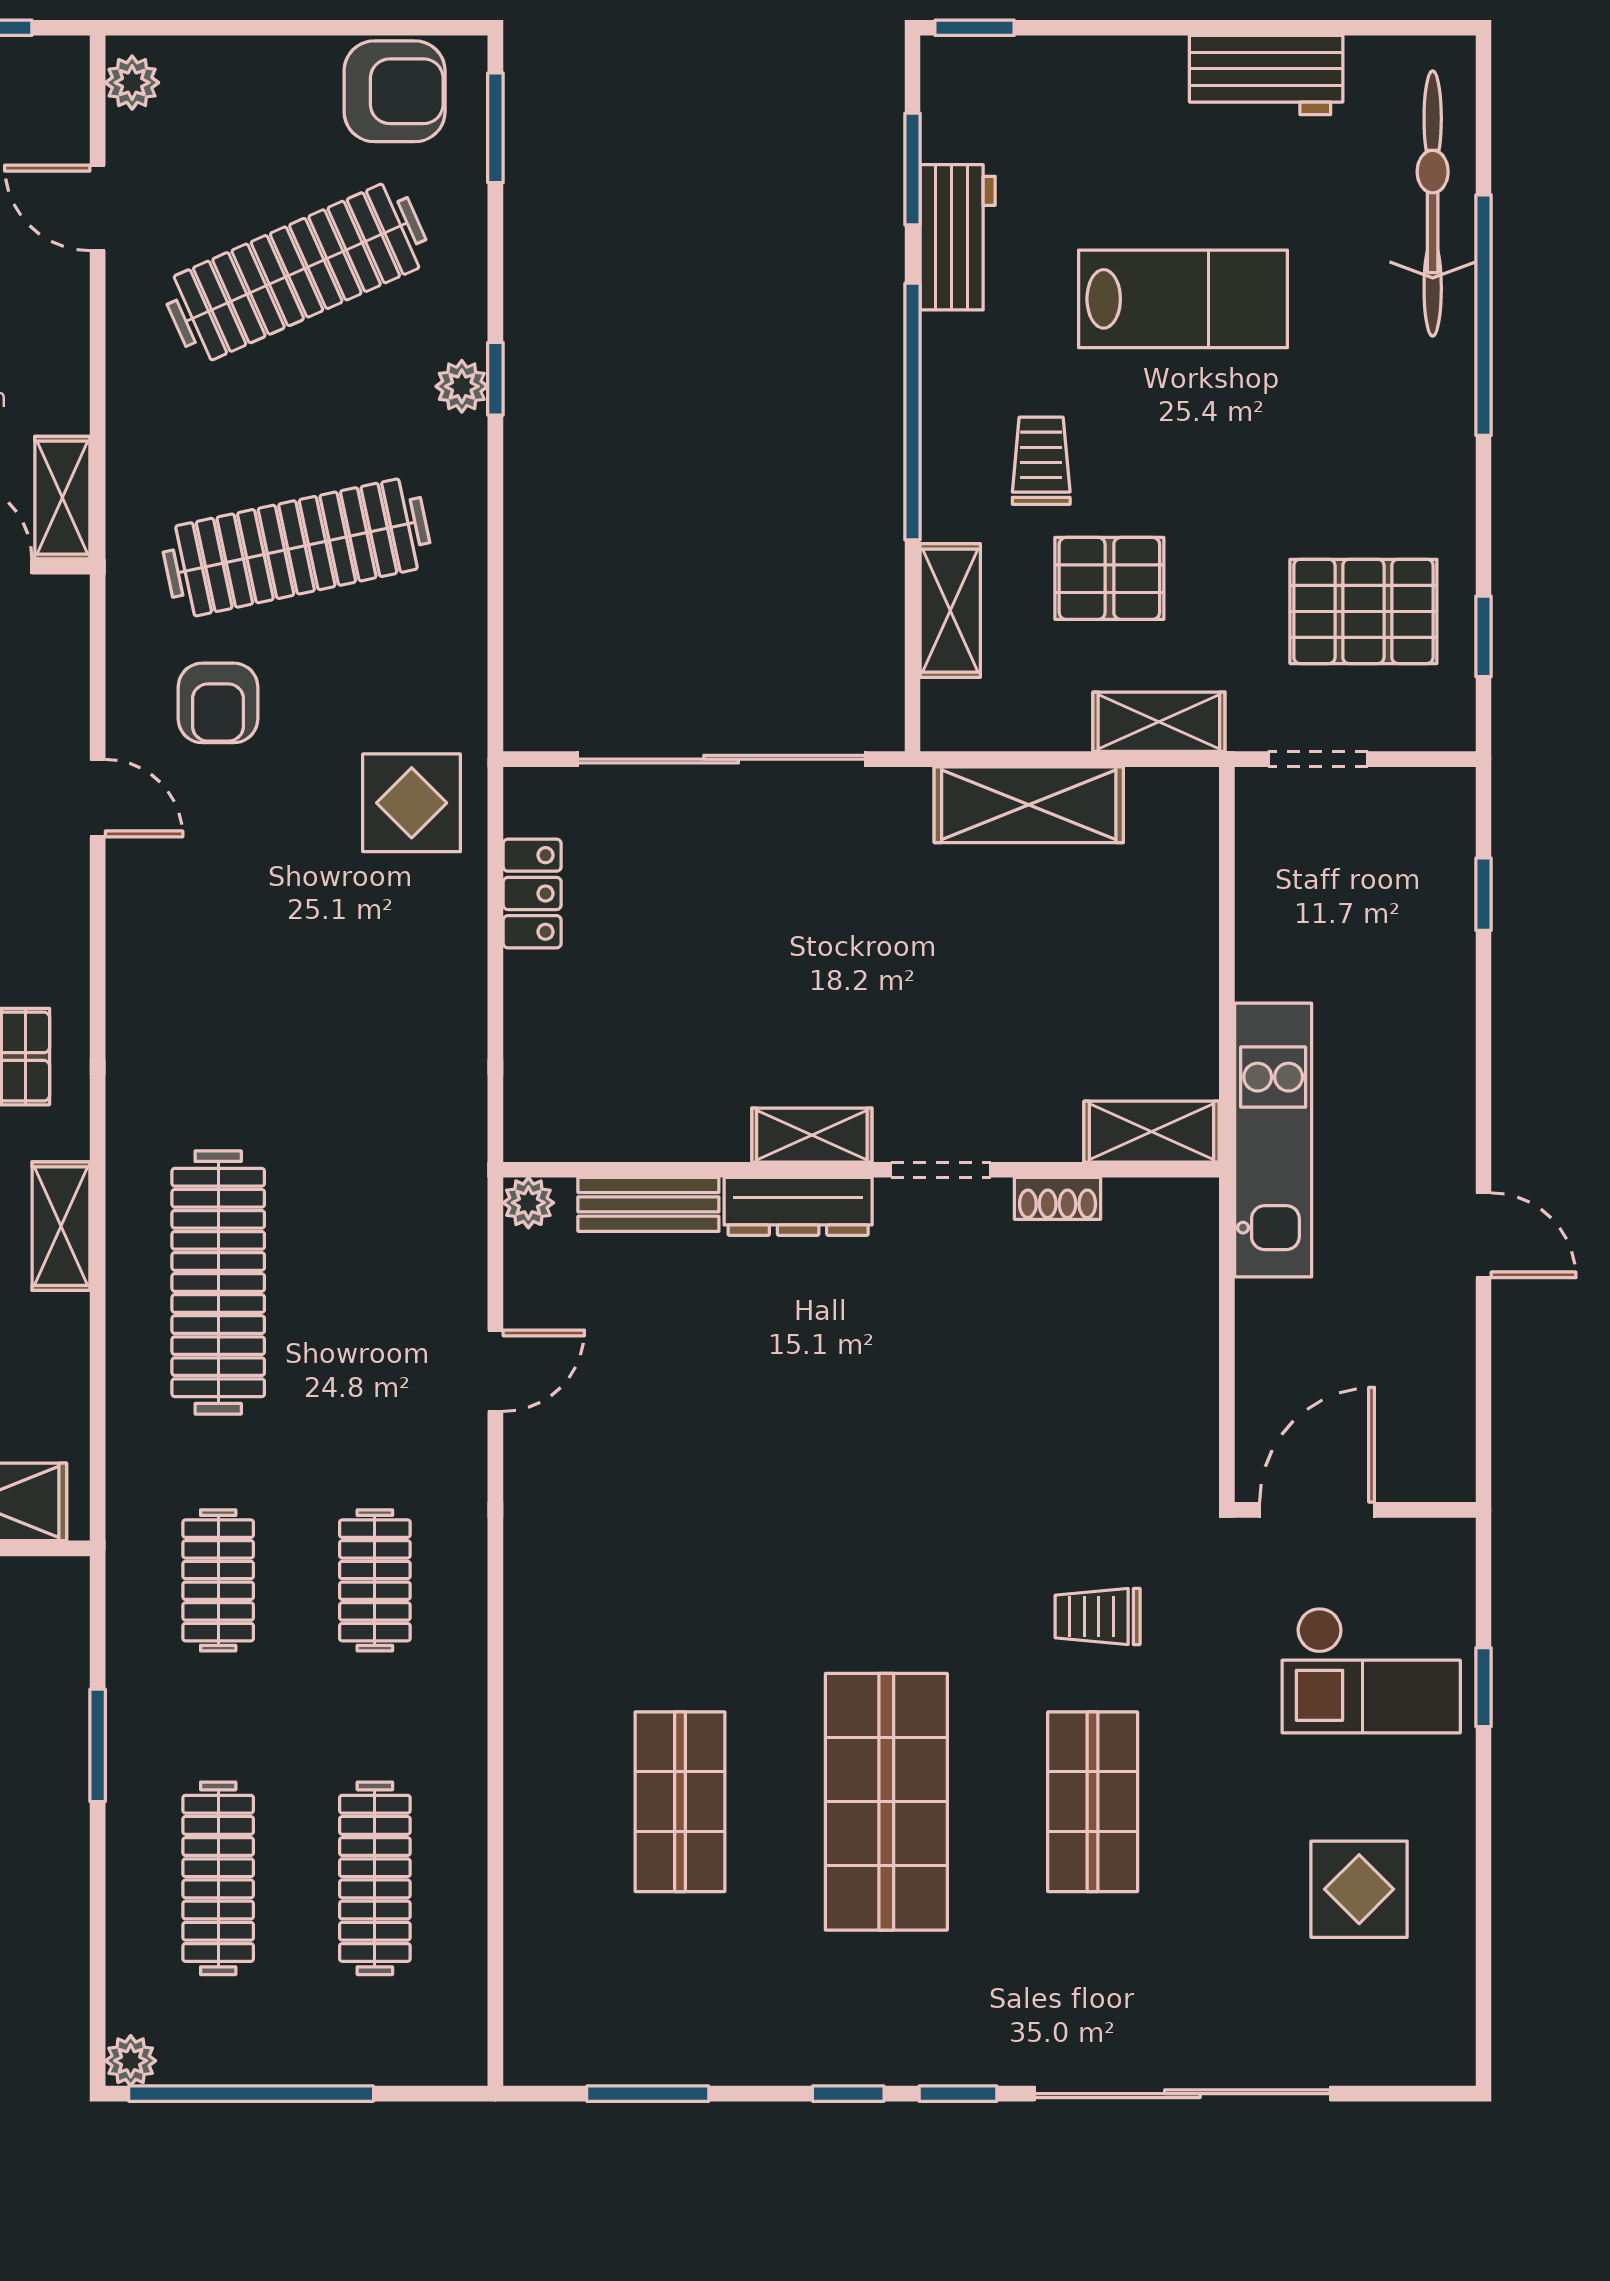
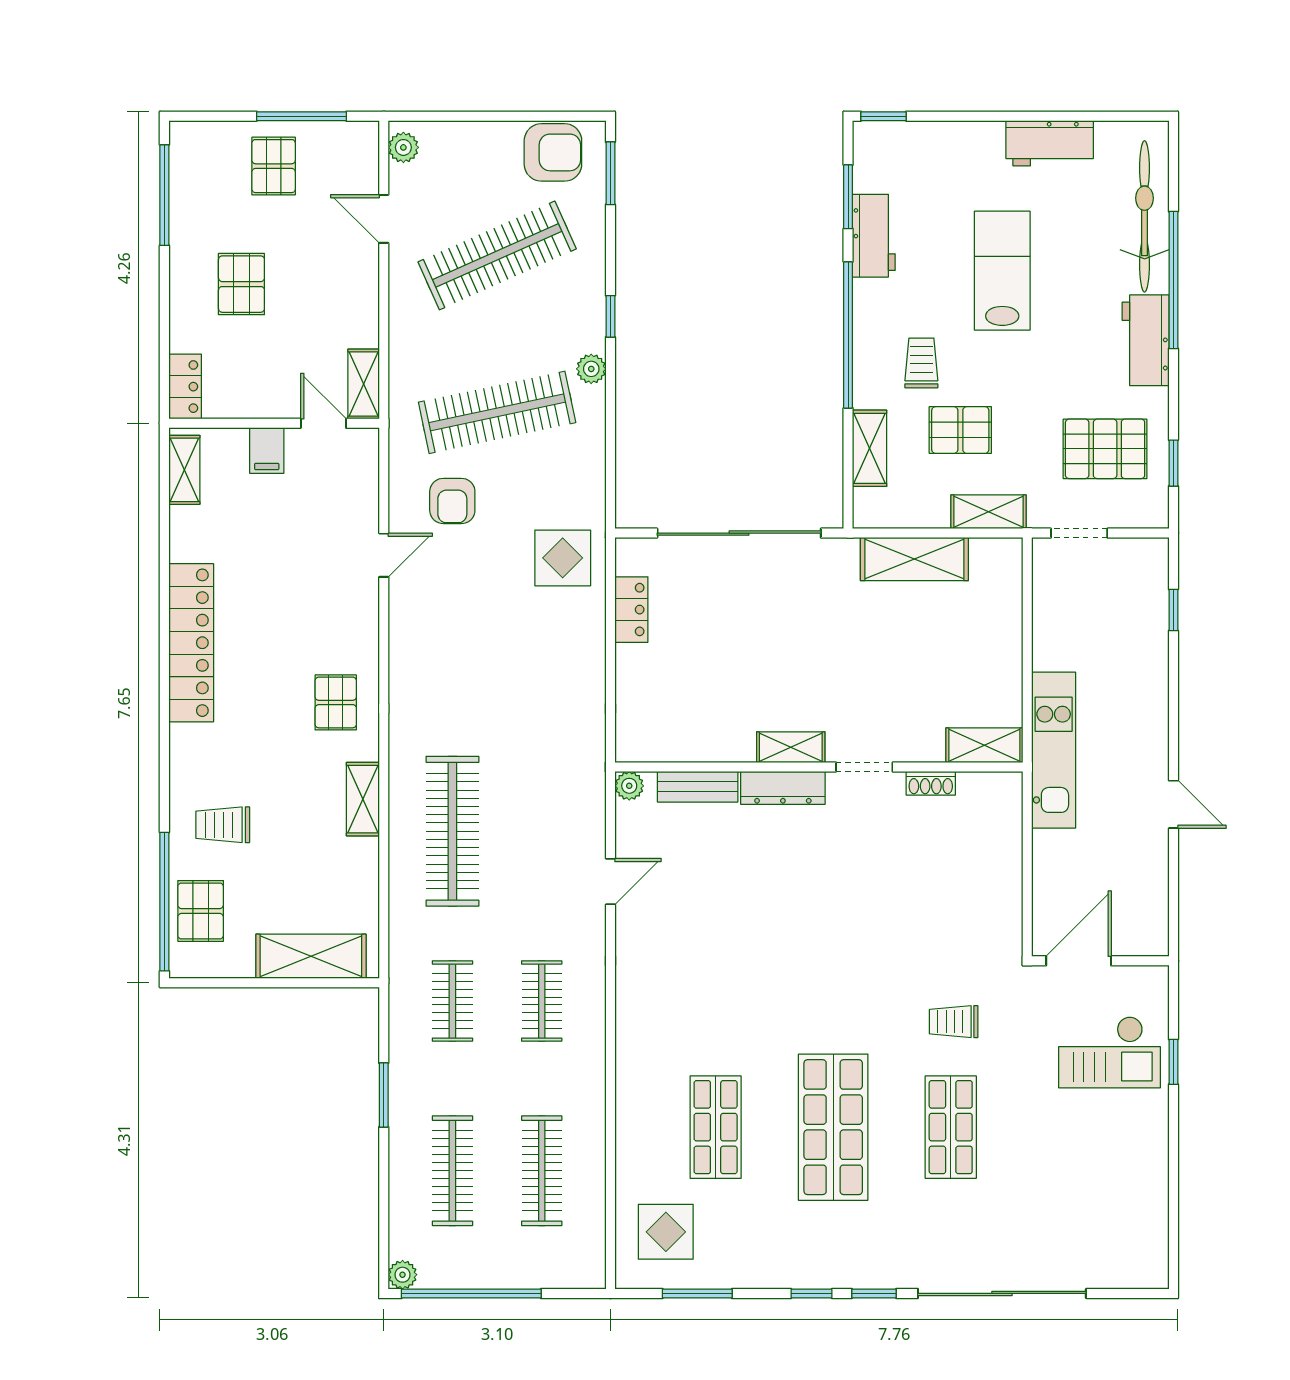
lab bench: (1183, 299) -> (1002, 271), turned -90
plant: (462, 386) -> (591, 369), moved
workbench: (1435, 421) -> (1146, 340), added
door: (98, 798) -> (384, 555), hinge flipped
display table: (1359, 1889) -> (666, 1232), moved

